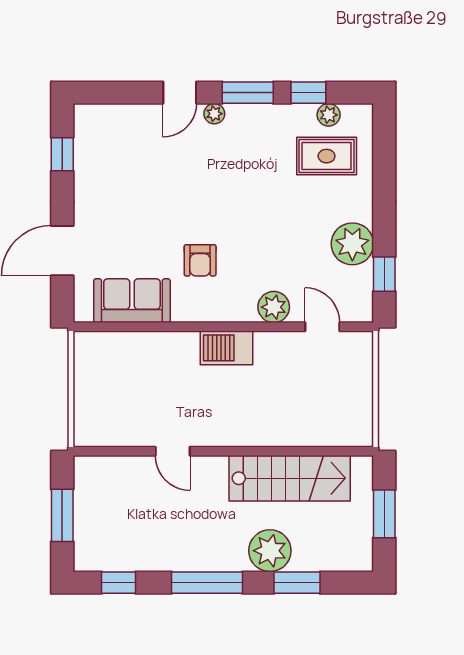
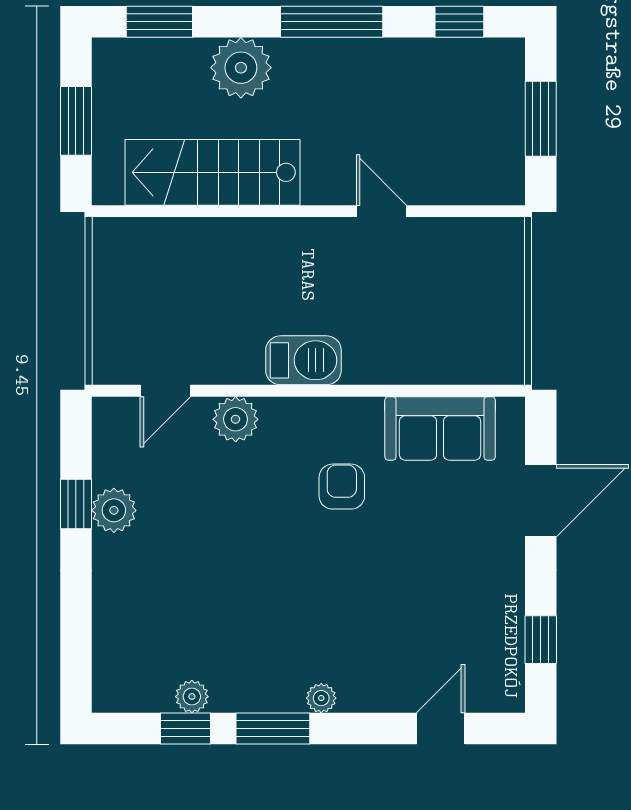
door: (180, 93) -> (441, 729), moved
plant: (329, 115) -> (192, 697), moved
rug: (327, 156) -> (159, 637), removed
plant: (352, 244) -> (114, 510), width x0.73, depth x0.73
window: (384, 274) -> (76, 504), moved
door: (322, 327) -> (165, 391), hinge flipped
window: (297, 583) -> (159, 22), moved

